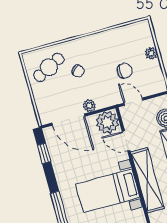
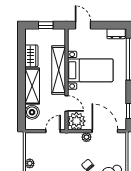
chair: (125, 71) -> (53, 156), removed
door: (133, 102) -> (53, 131), swing flipped

